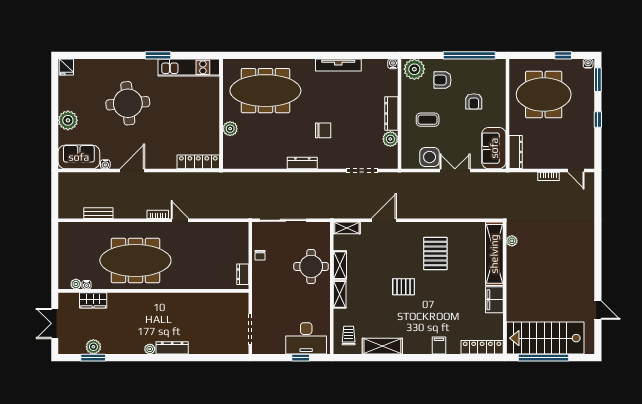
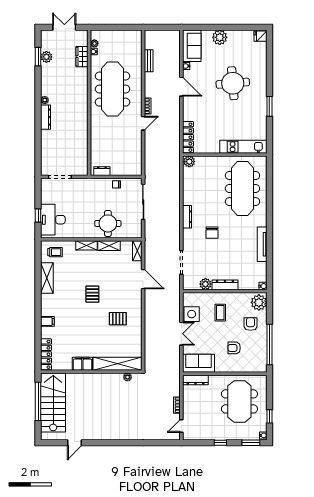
kitchen unit: (189, 67) -> (243, 147), moved, turned 90
plant: (230, 129) -> (189, 162), moved
pallet: (435, 253) -> (118, 319), width x0.67, depth x0.71

